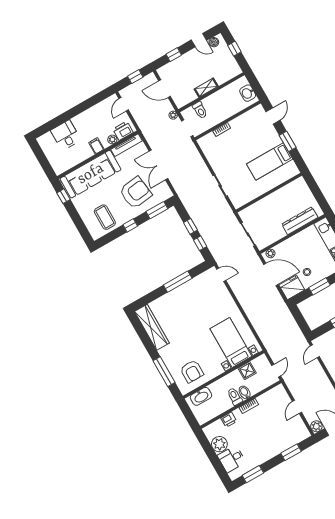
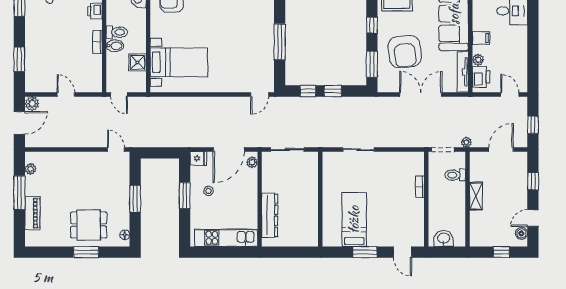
fridge: (292, 287) -> (198, 158), width x0.53, depth x0.75

